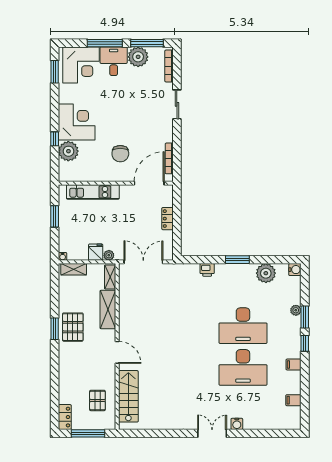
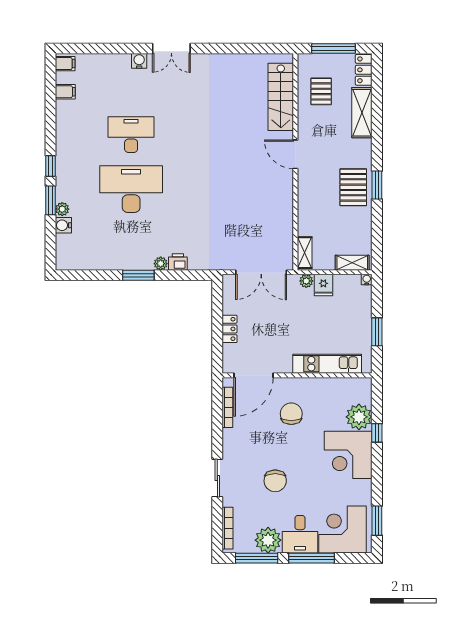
chair: (133, 102) -> (275, 481), added
water cooler: (295, 270) -> (63, 225), moved
plant: (266, 273) -> (161, 264), moved, width x0.53, depth x0.53
shelving: (108, 310) -> (362, 113), moved
filing cabinet: (294, 365) -> (65, 64), moved
desk: (243, 367) -> (131, 135), width x0.73, depth x0.77

